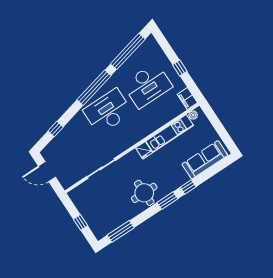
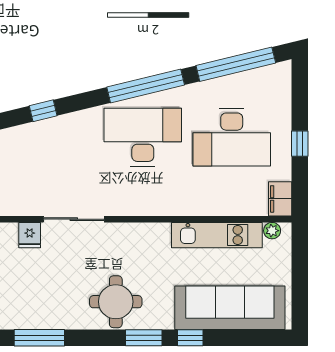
fridge: (144, 150) -> (30, 235), moved
sofa: (205, 160) -> (230, 308), width x1.36, depth x1.27

